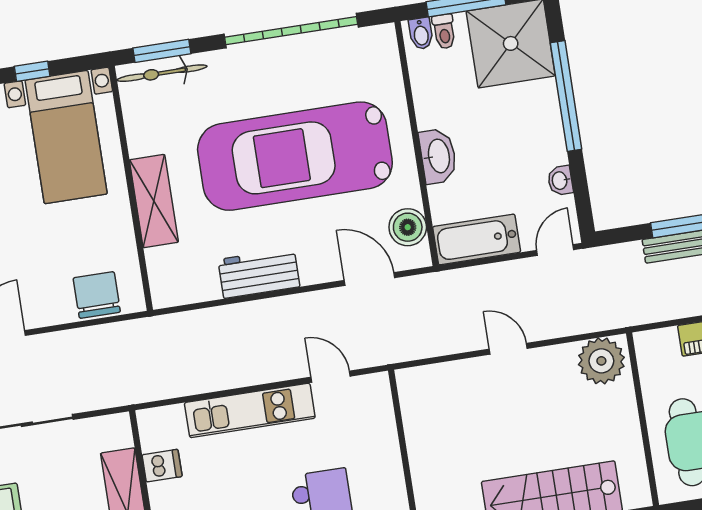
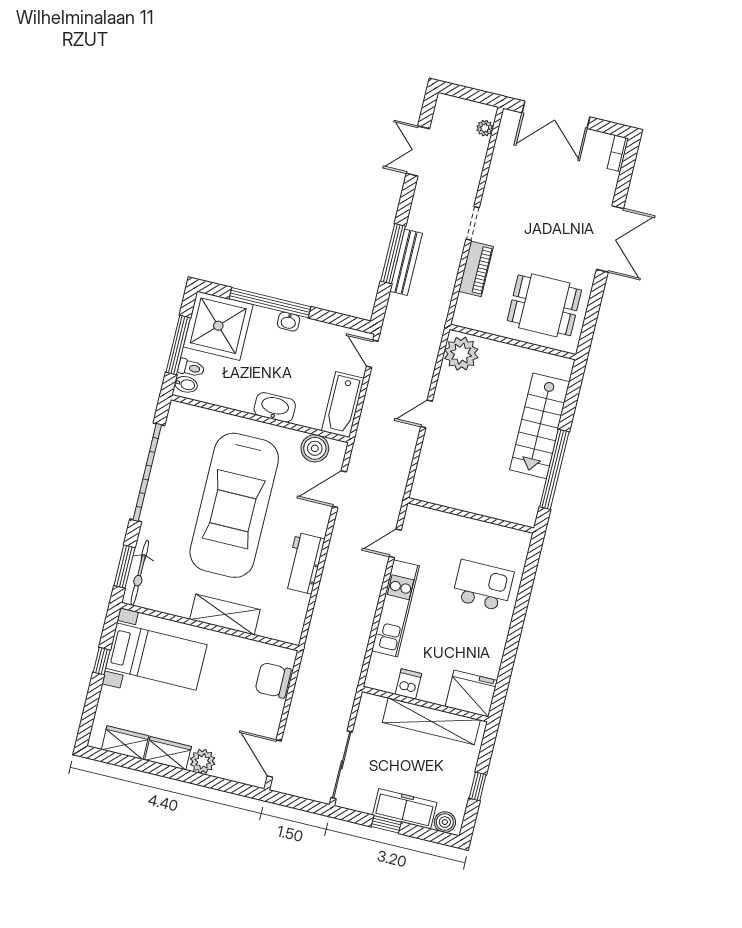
washbasin: (560, 181) -> (289, 322), moved

